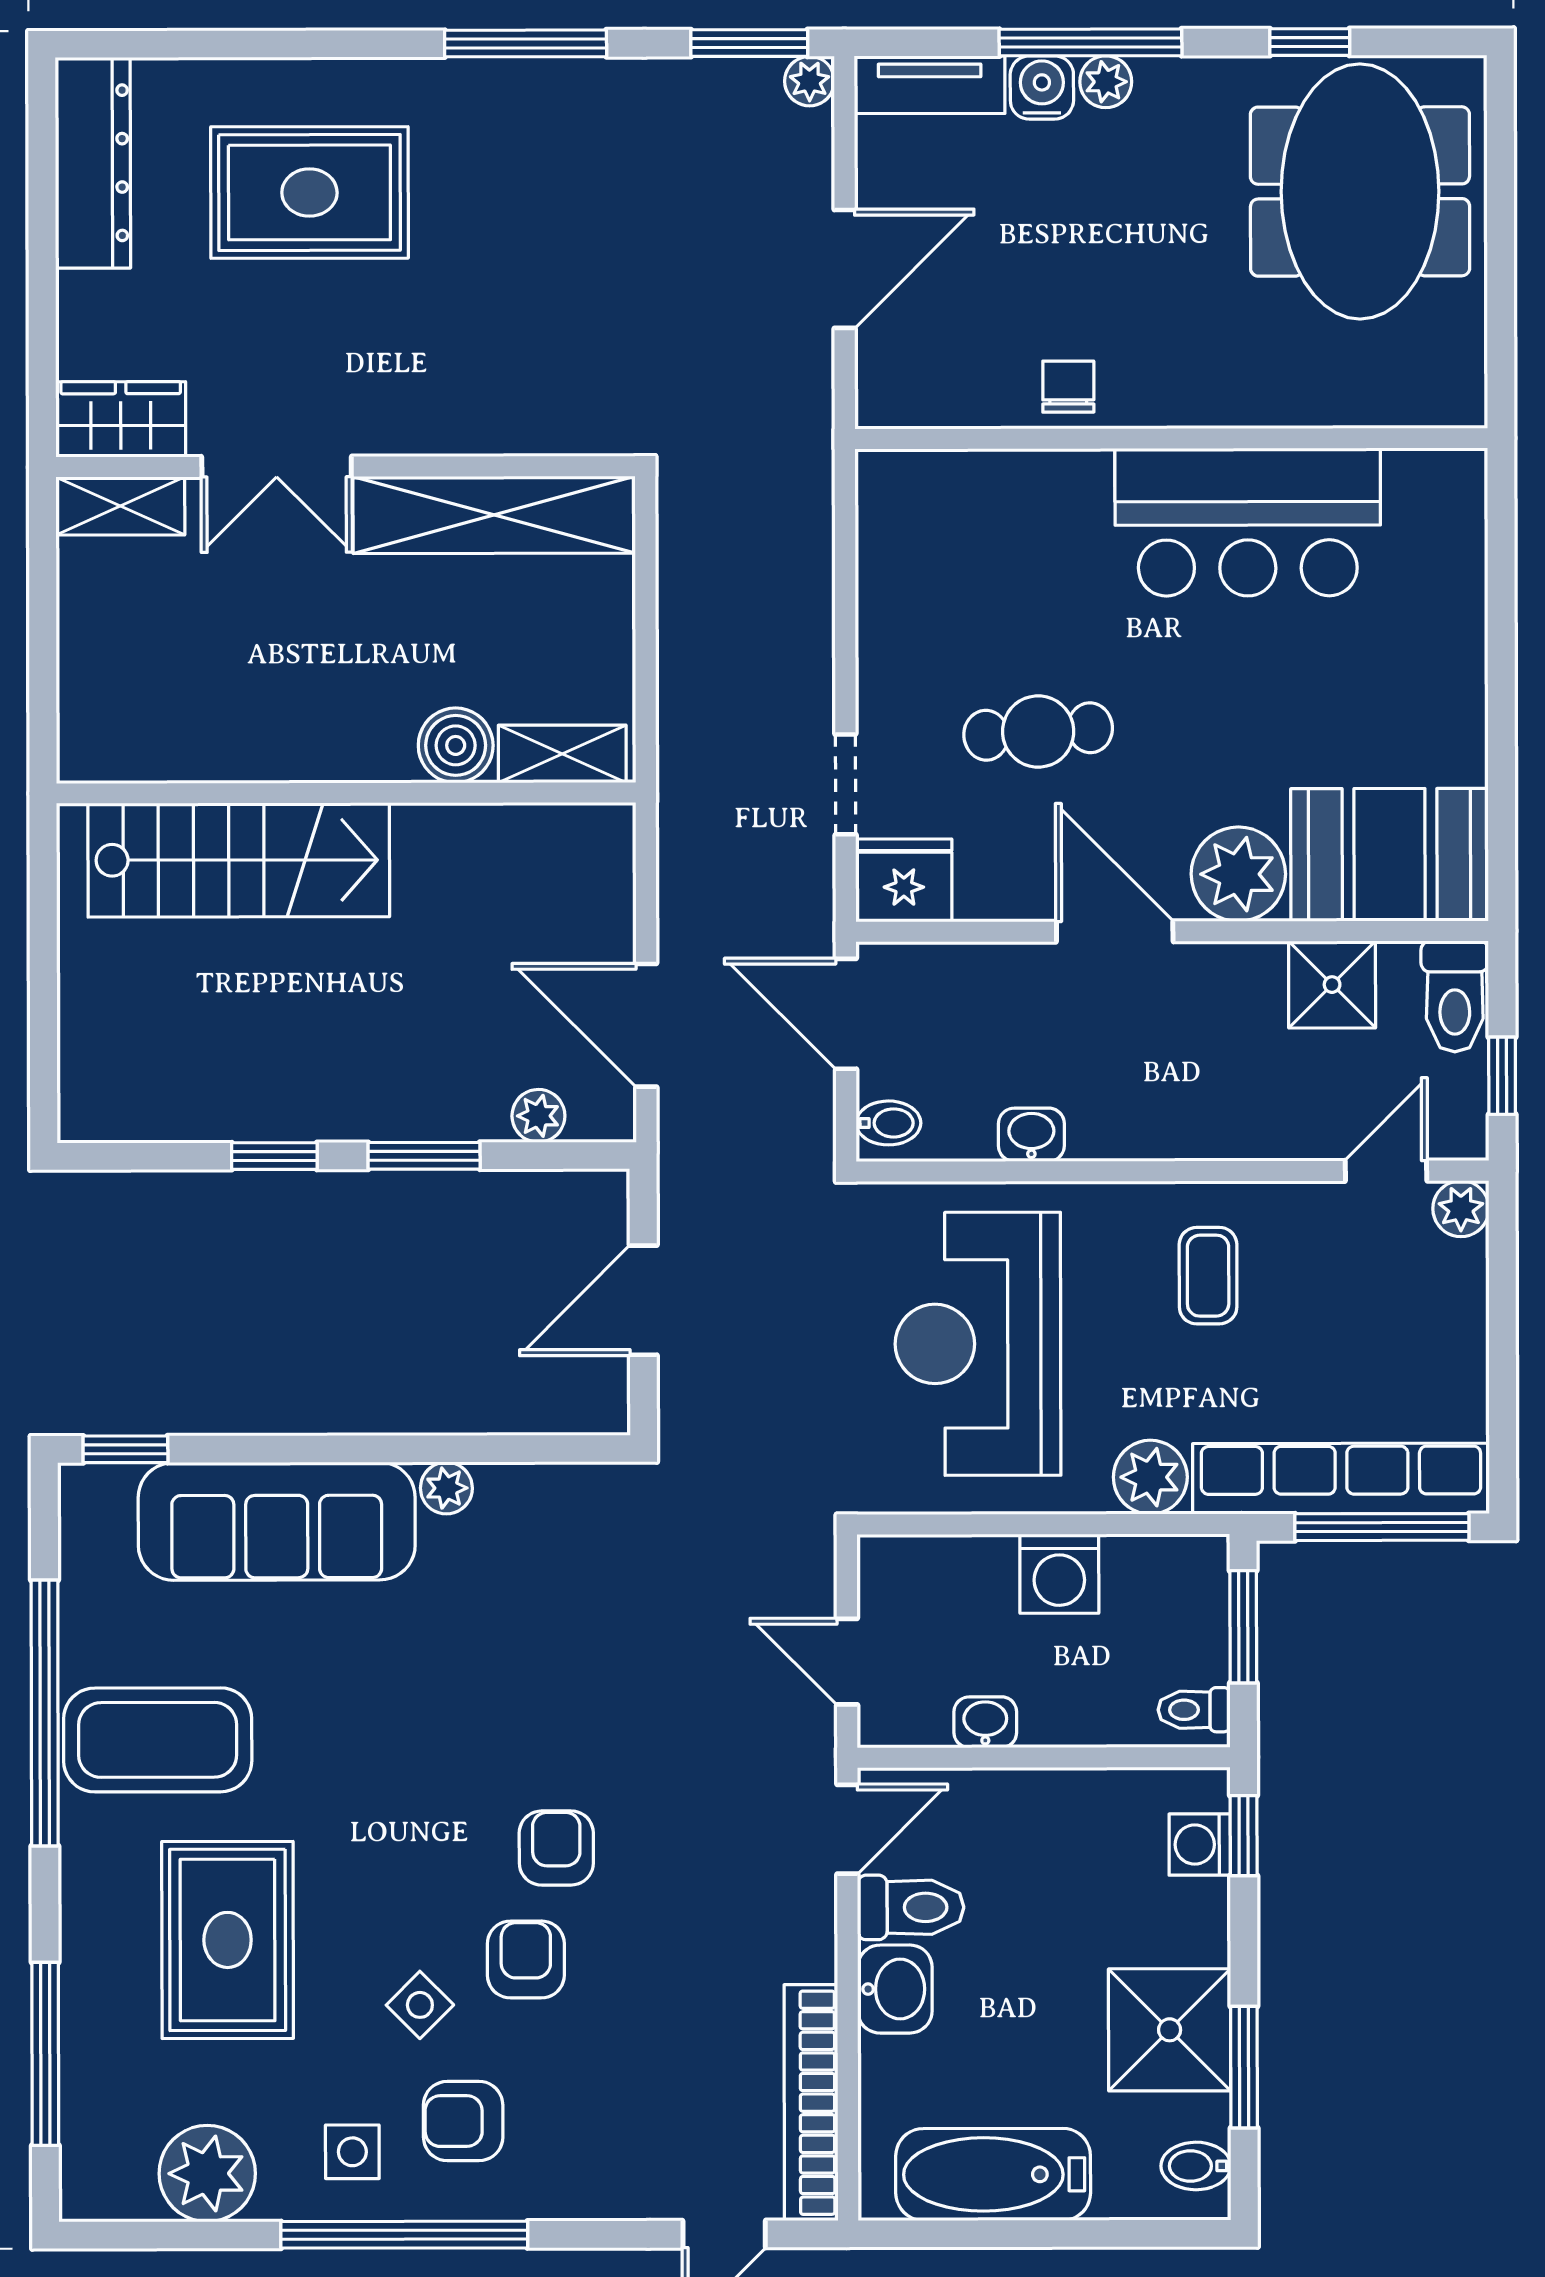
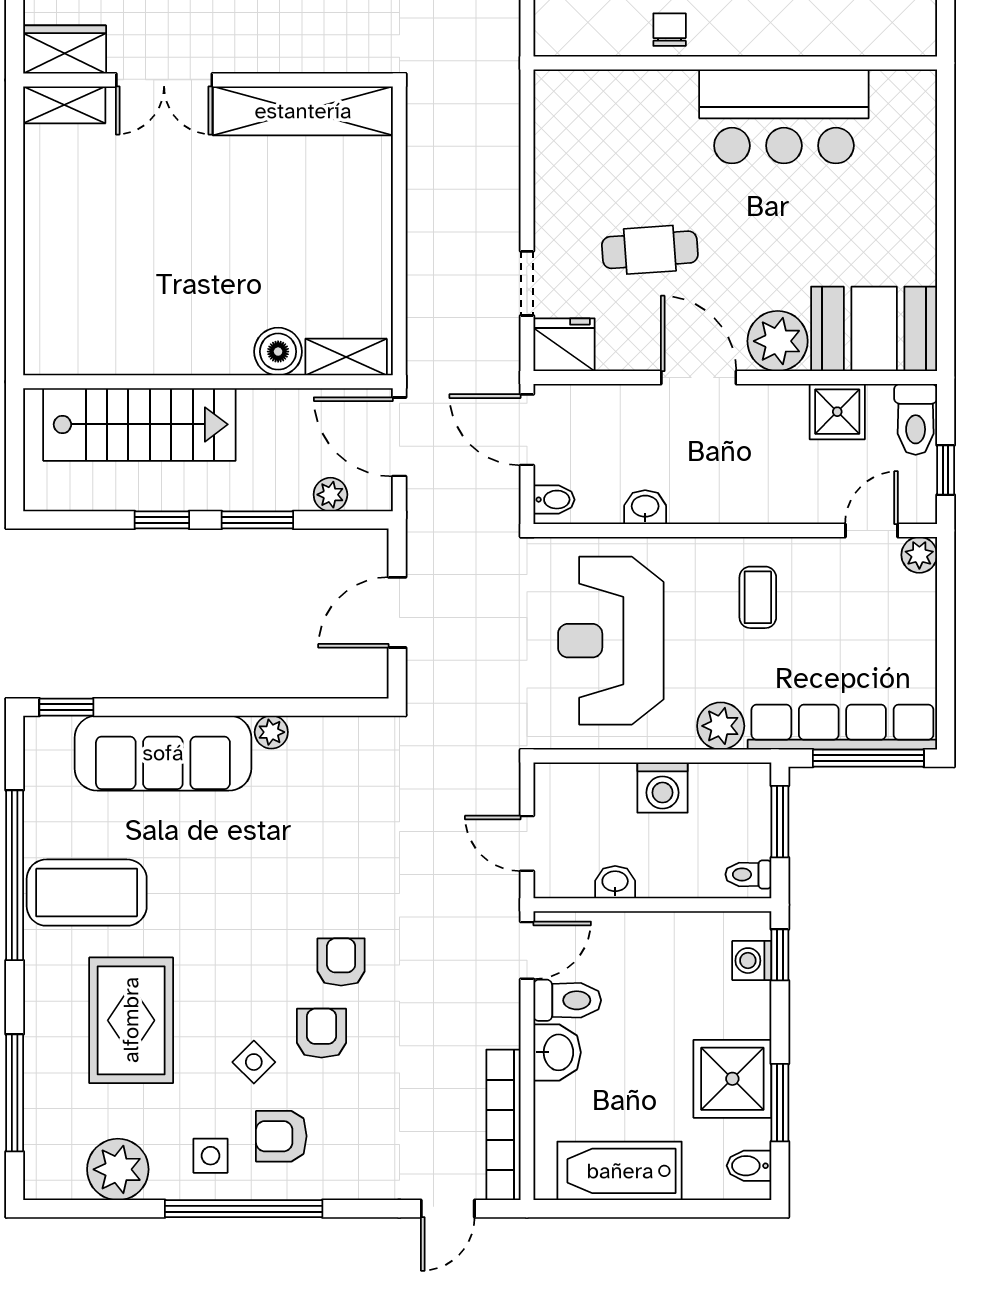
boiler: (456, 745) -> (278, 352), moved
shelving: (562, 754) -> (346, 357), moved
wall: (346, 793) -> (208, 382), moved
stairs: (239, 860) -> (139, 424), moved

